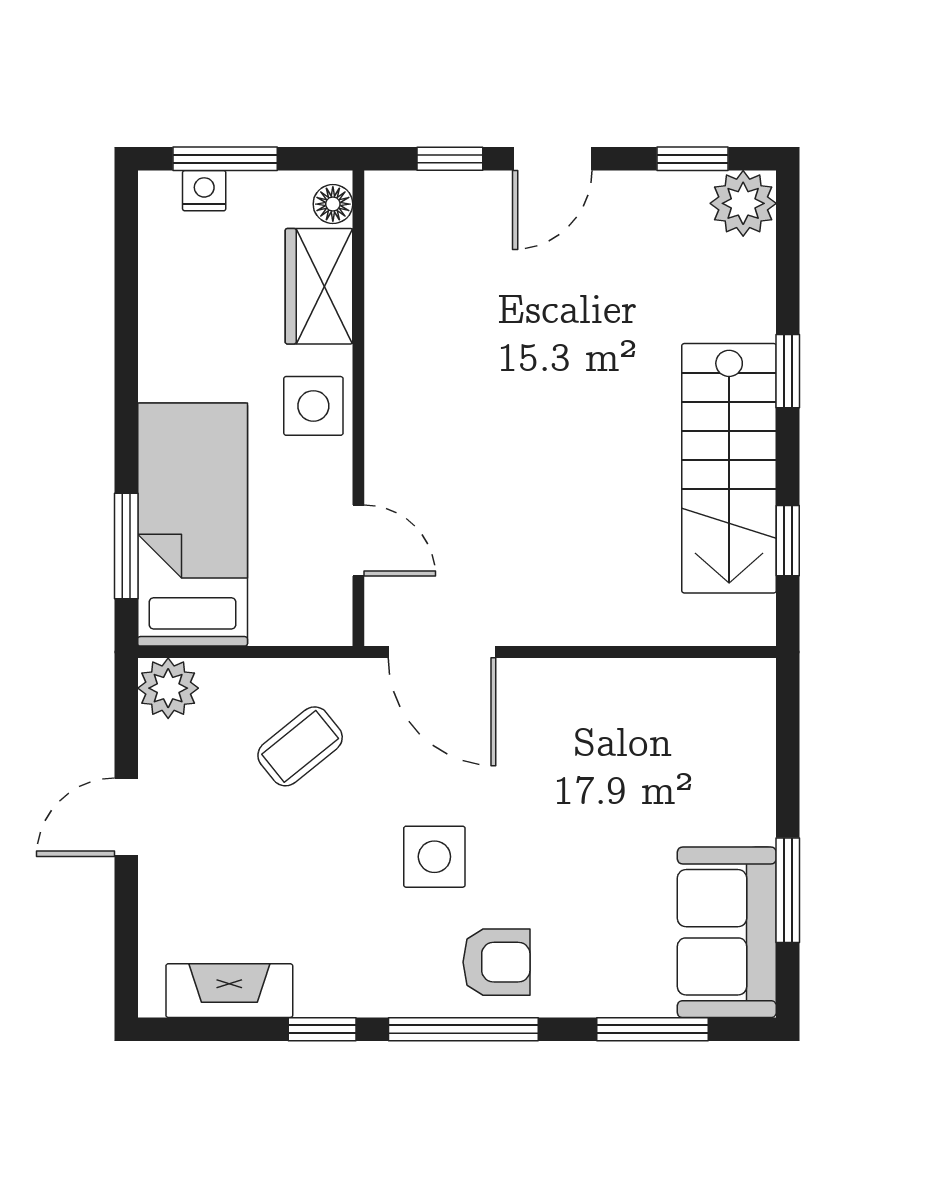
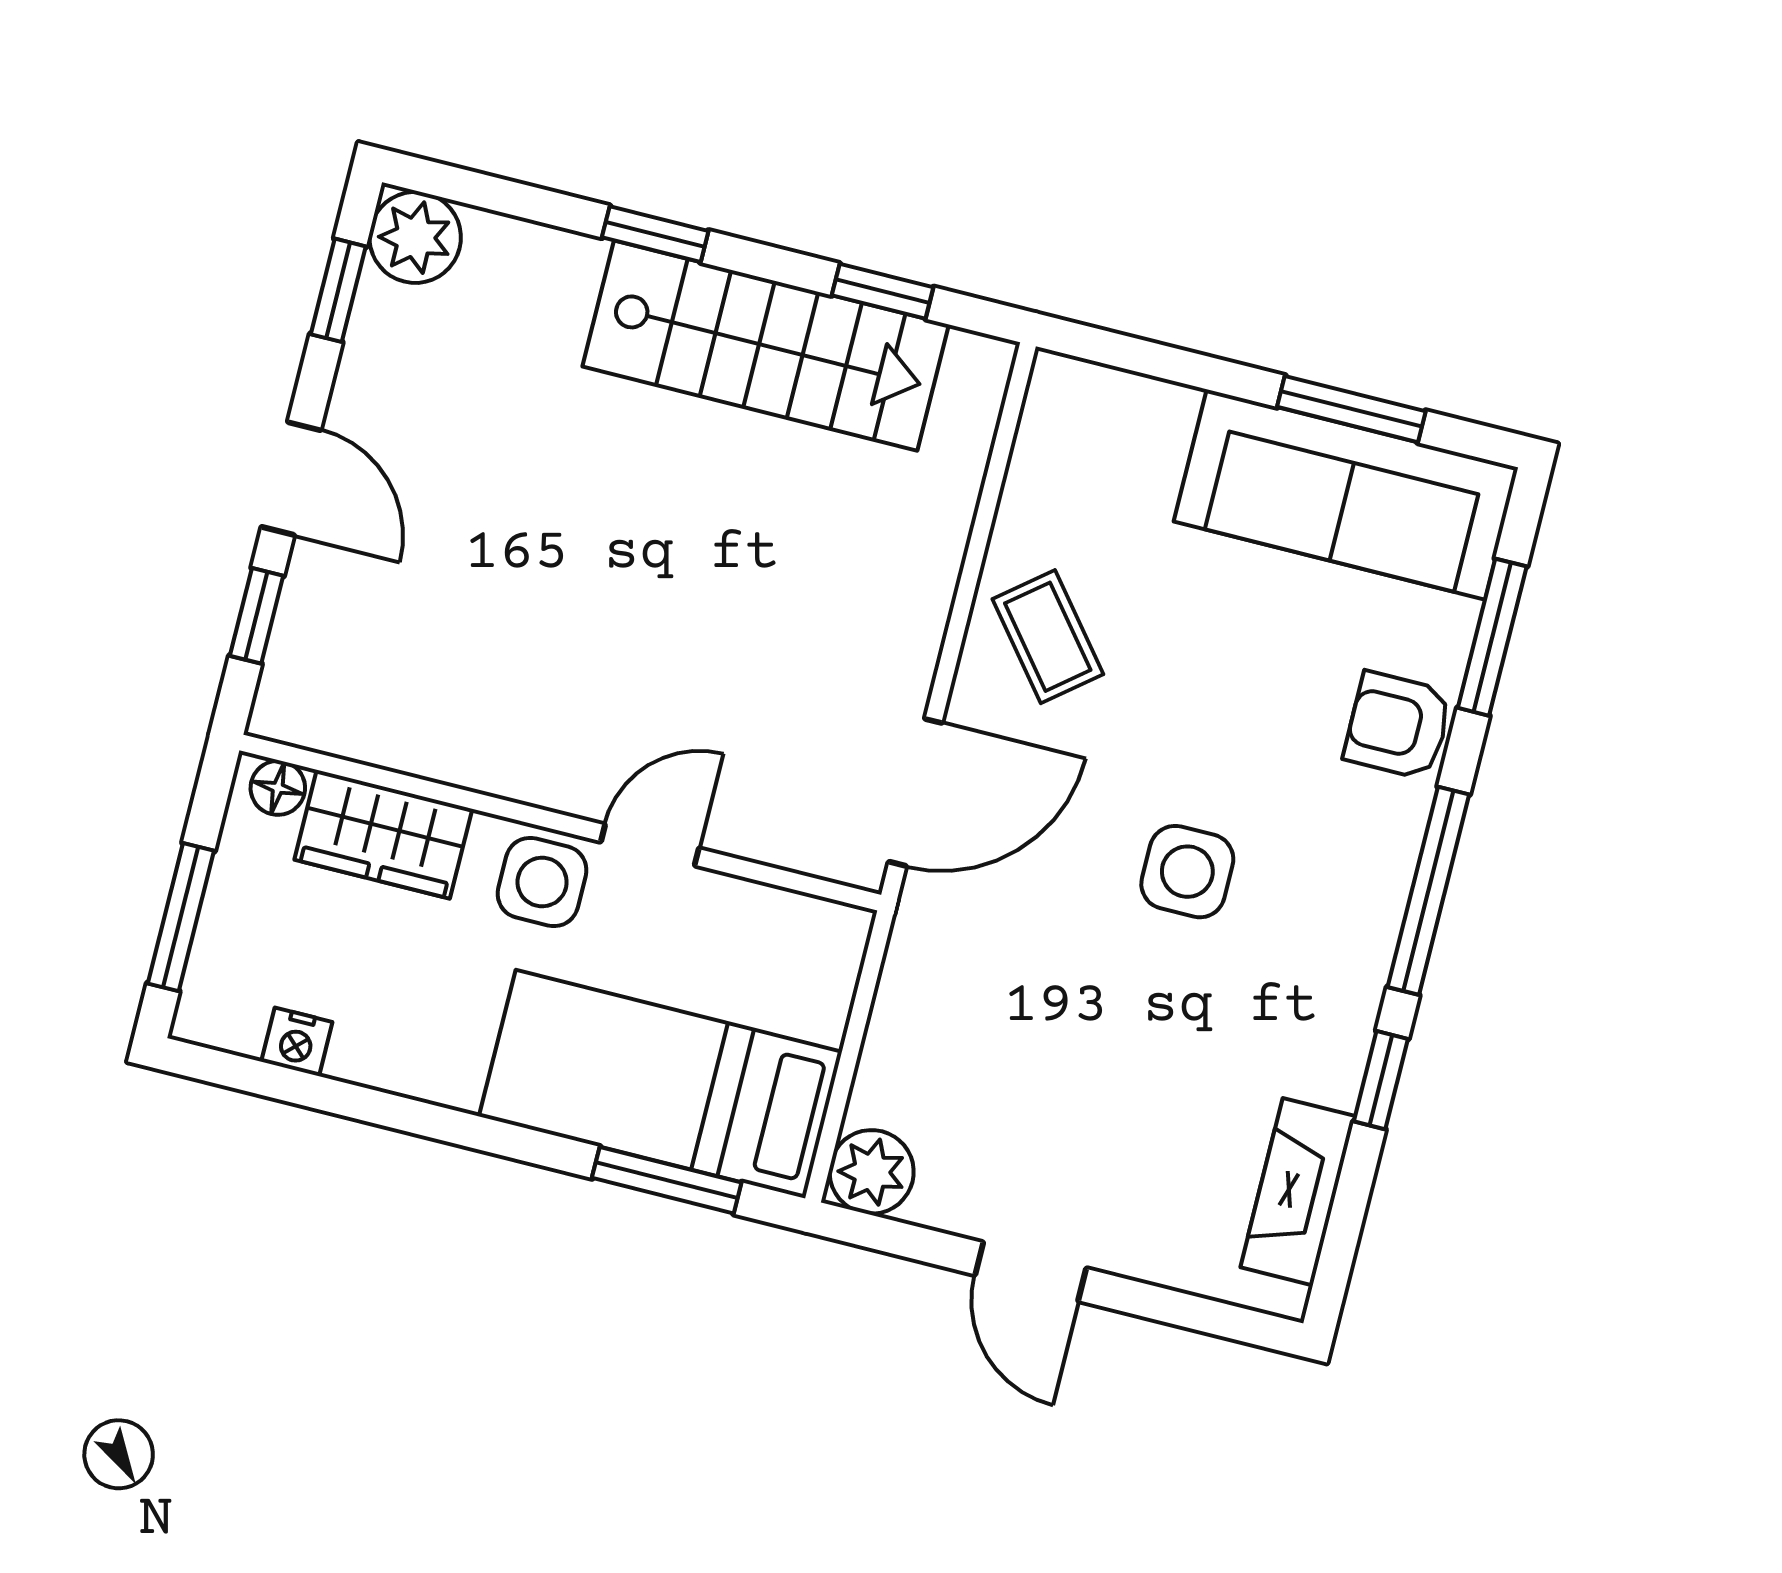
nightstand: (204, 191) -> (297, 1042), moved, turned -90
door: (358, 541) -> (650, 845), moved
coffee table: (300, 746) -> (1048, 637), moved
sofa: (727, 932) -> (1346, 495), width x1.36
armchair: (497, 962) -> (1398, 726), moved, turned -90

